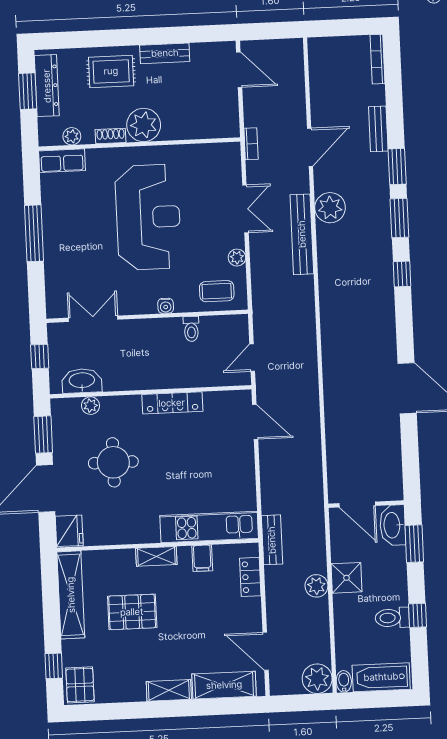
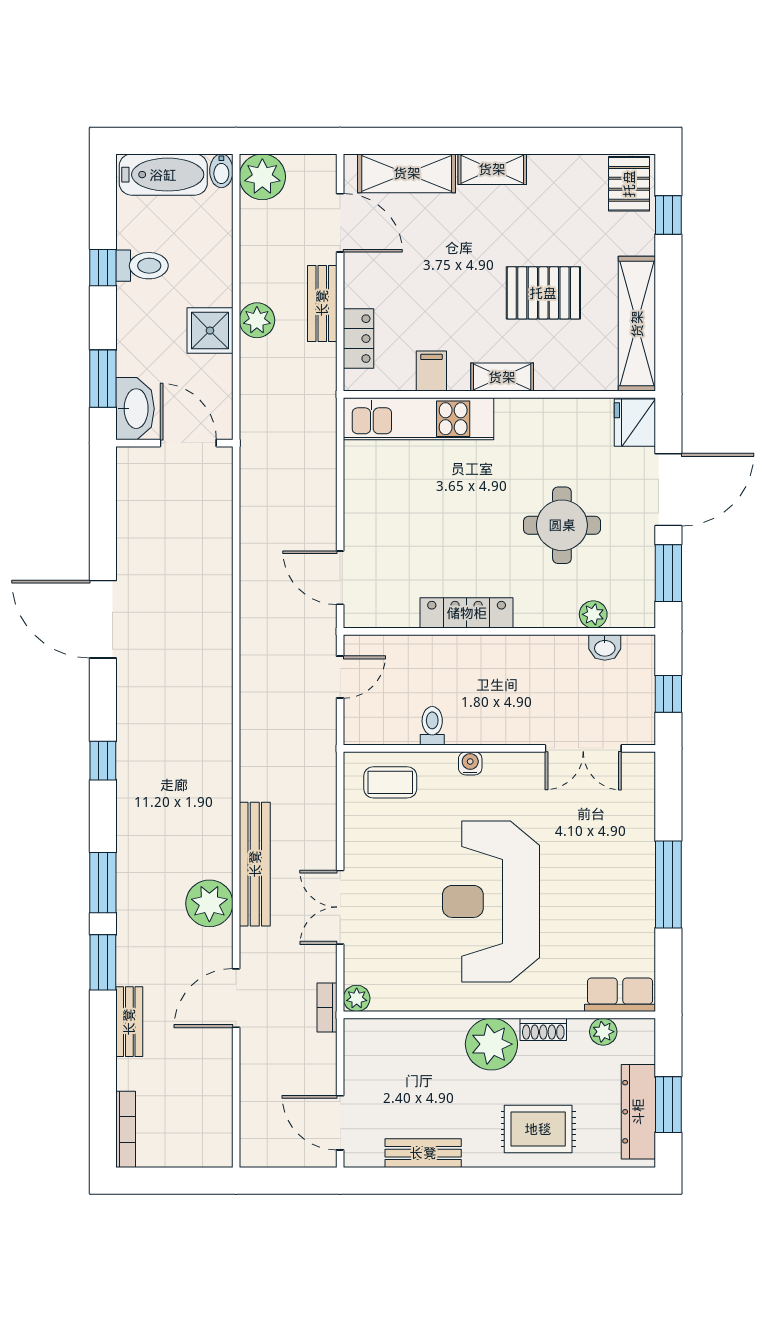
bench: (165, 53) -> (423, 1153), moved
plant: (237, 258) -> (357, 998), moved
window: (402, 274) -> (103, 761), moved
washbasin: (82, 381) -> (605, 648), width x0.52, depth x0.69
bench: (272, 540) -> (322, 303), moved

